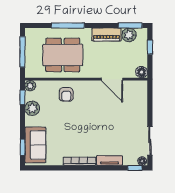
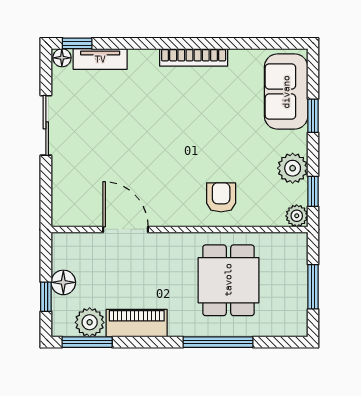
window: (22, 52) -> (313, 287), width x0.69
dining table: (63, 55) -> (228, 280), width x0.73
floor lamp: (142, 72) -> (63, 282), moved
sliding door: (150, 141) -> (46, 125), moved
window: (22, 147) -> (313, 116), moved
tv unit: (110, 160) -> (100, 59), moved

